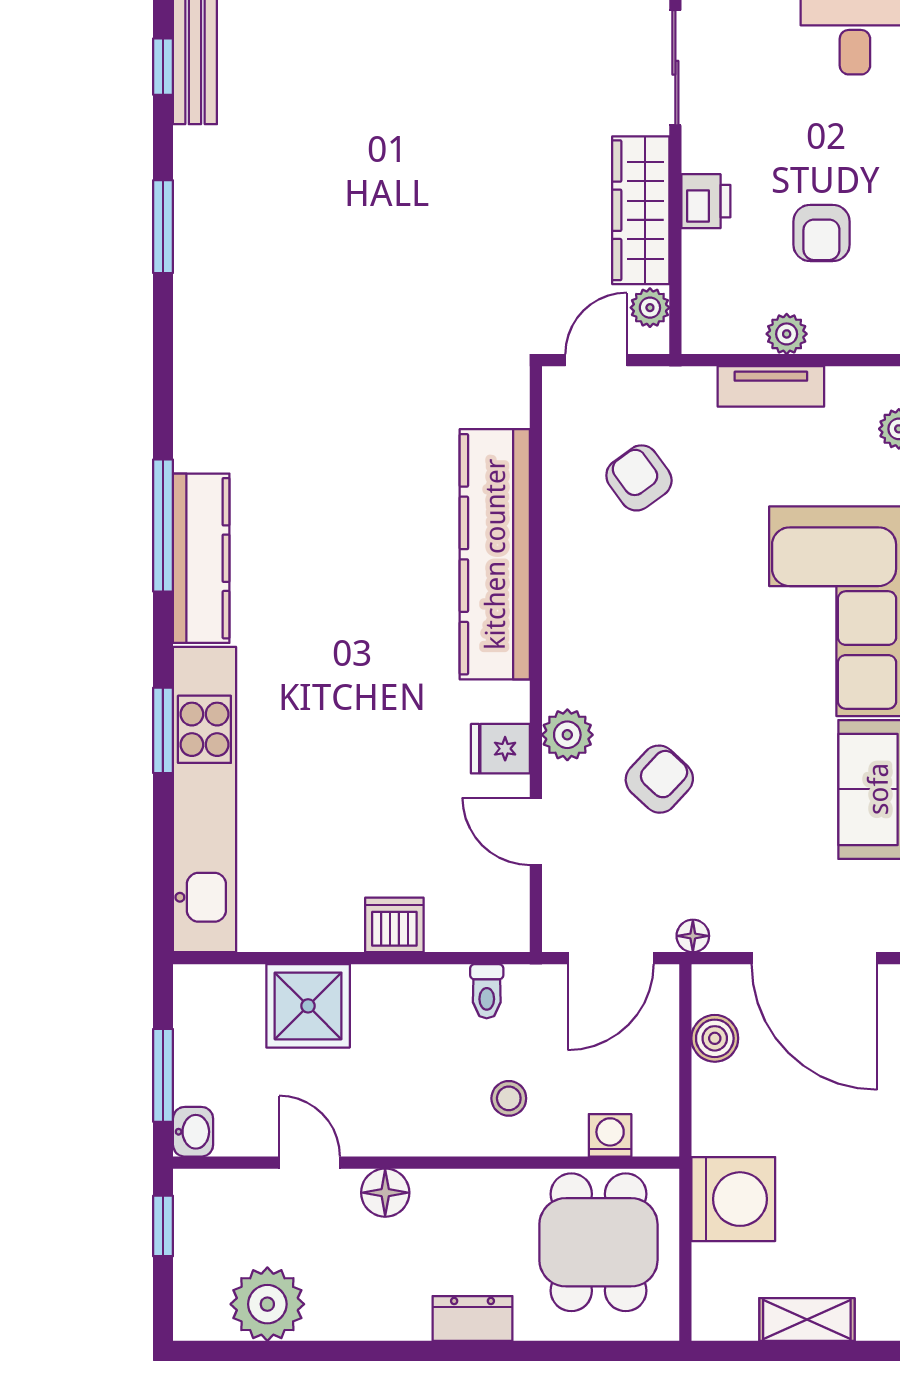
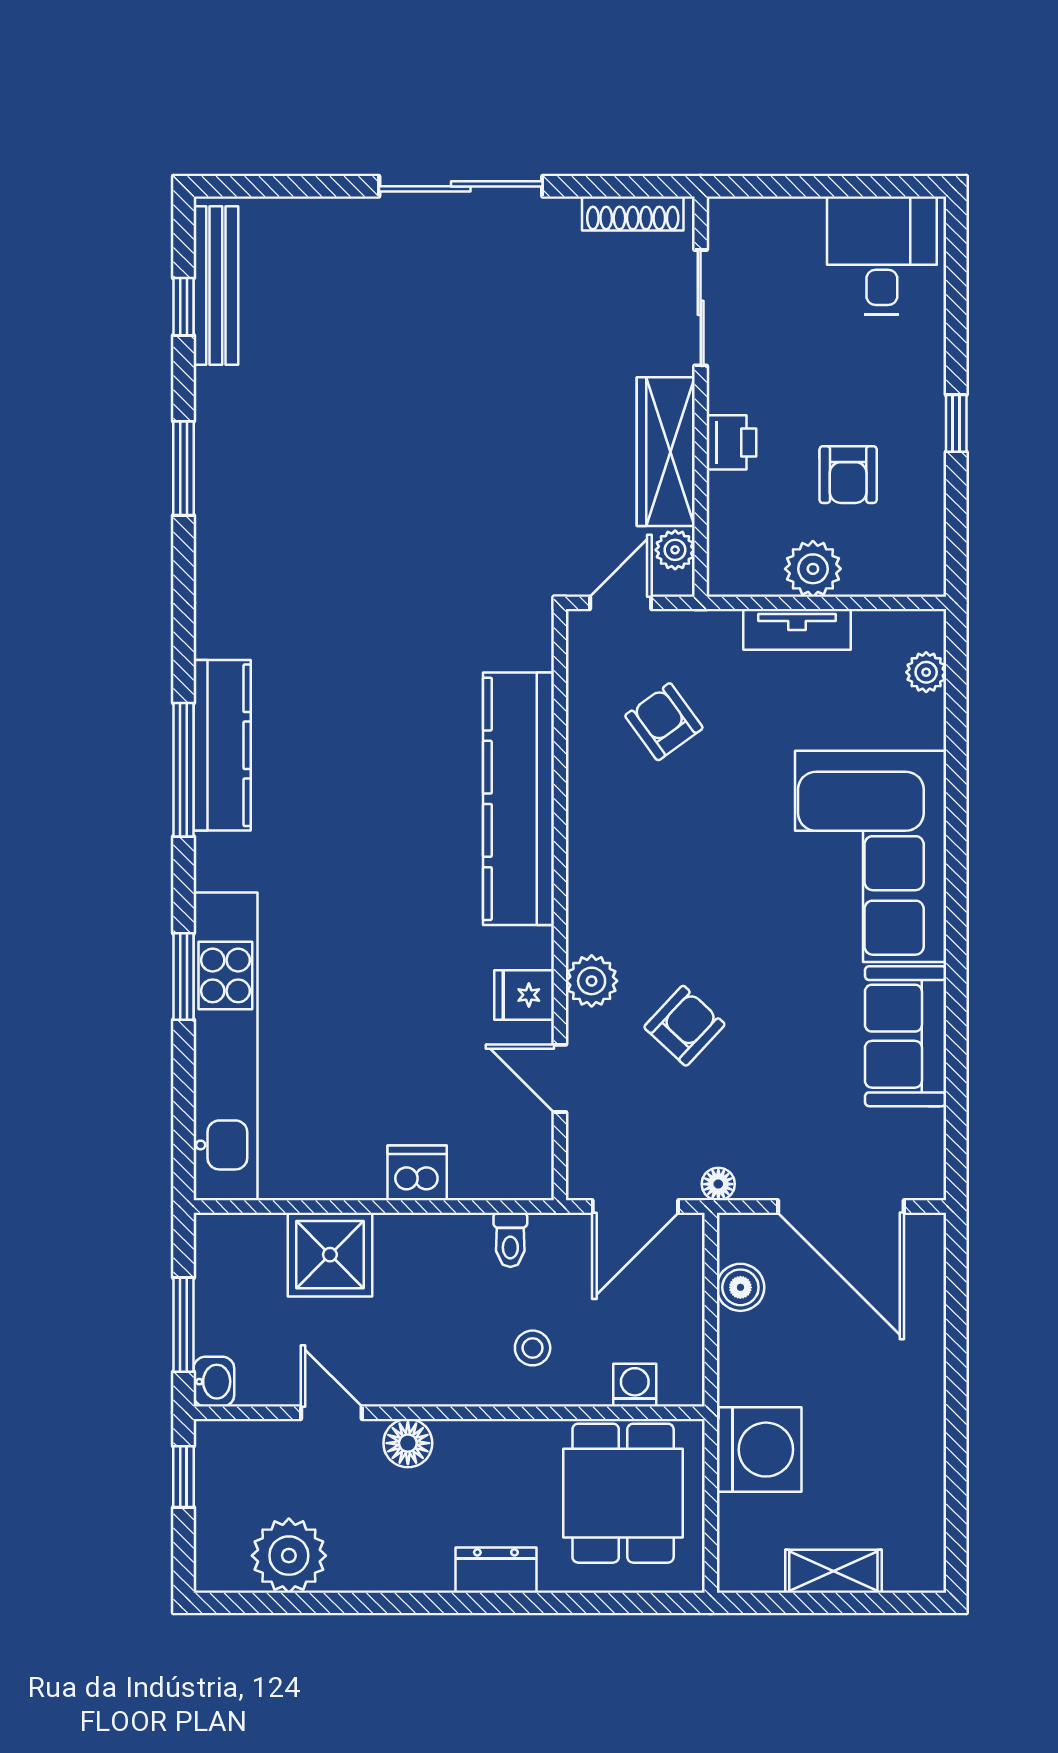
plant: (787, 334) -> (813, 569), width x1.38, depth x1.38
kitchen counter: (201, 558) -> (222, 745), moved

